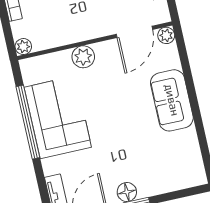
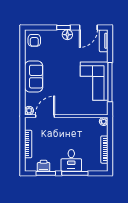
plant: (83, 57) -> (74, 109), removed
armchair: (186, 168) -> (34, 40), added

